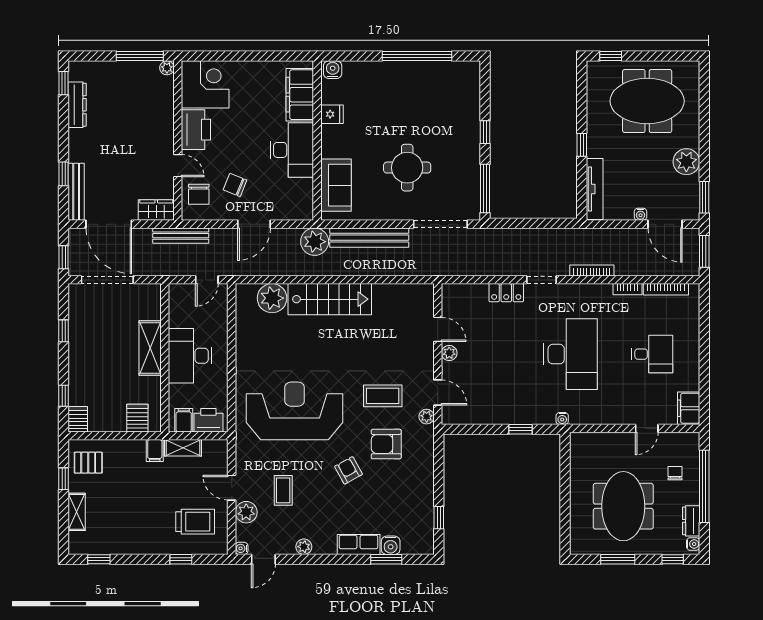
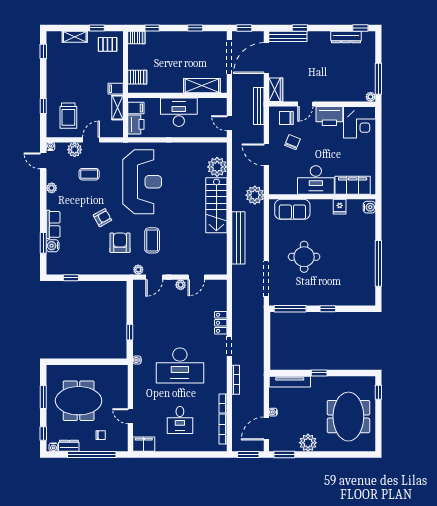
bench: (369, 238) -> (238, 238), moved
shelving: (150, 348) -> (202, 86), moved
pallet: (88, 463) -> (108, 44), turned 90

